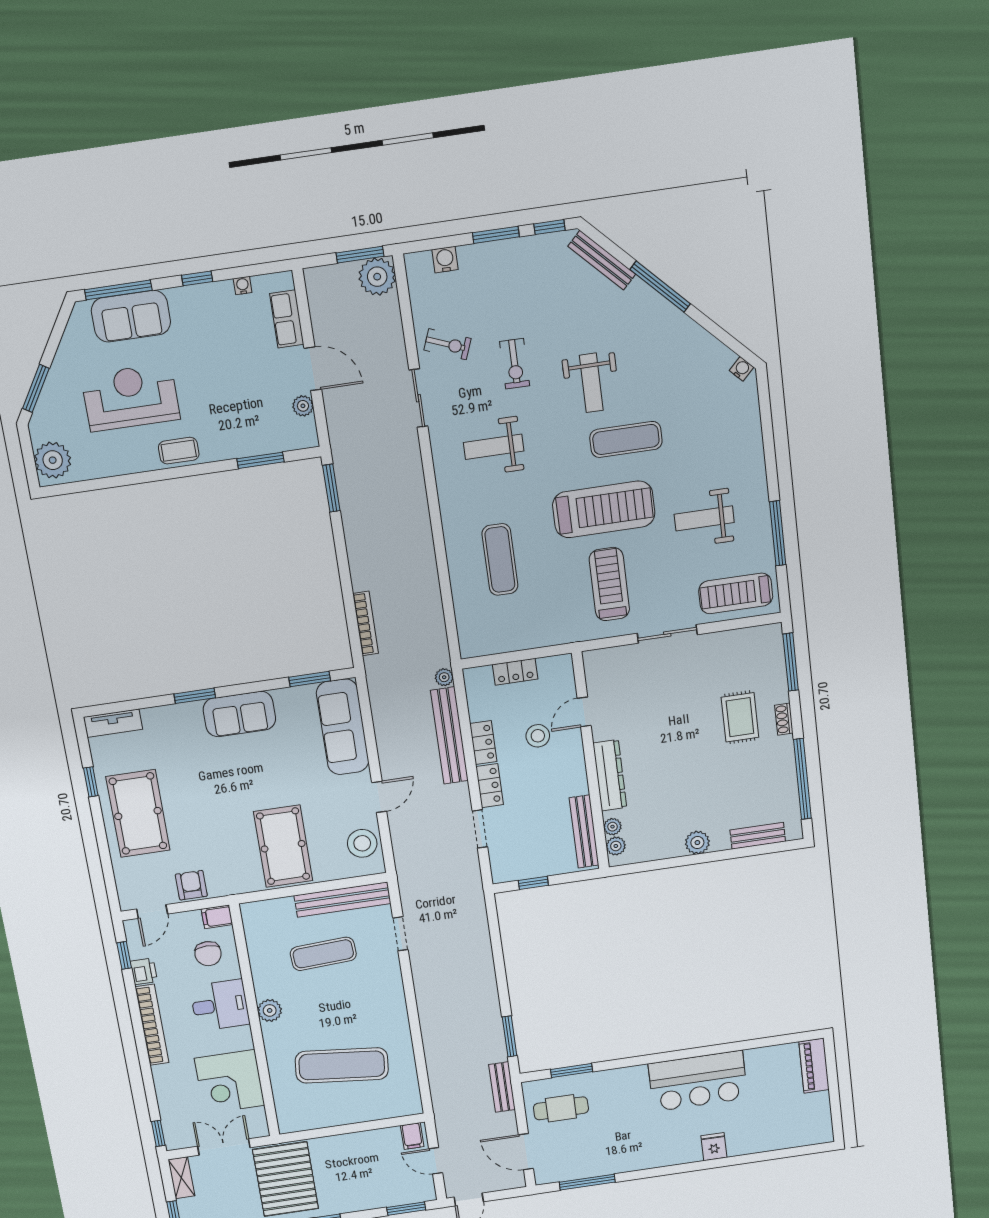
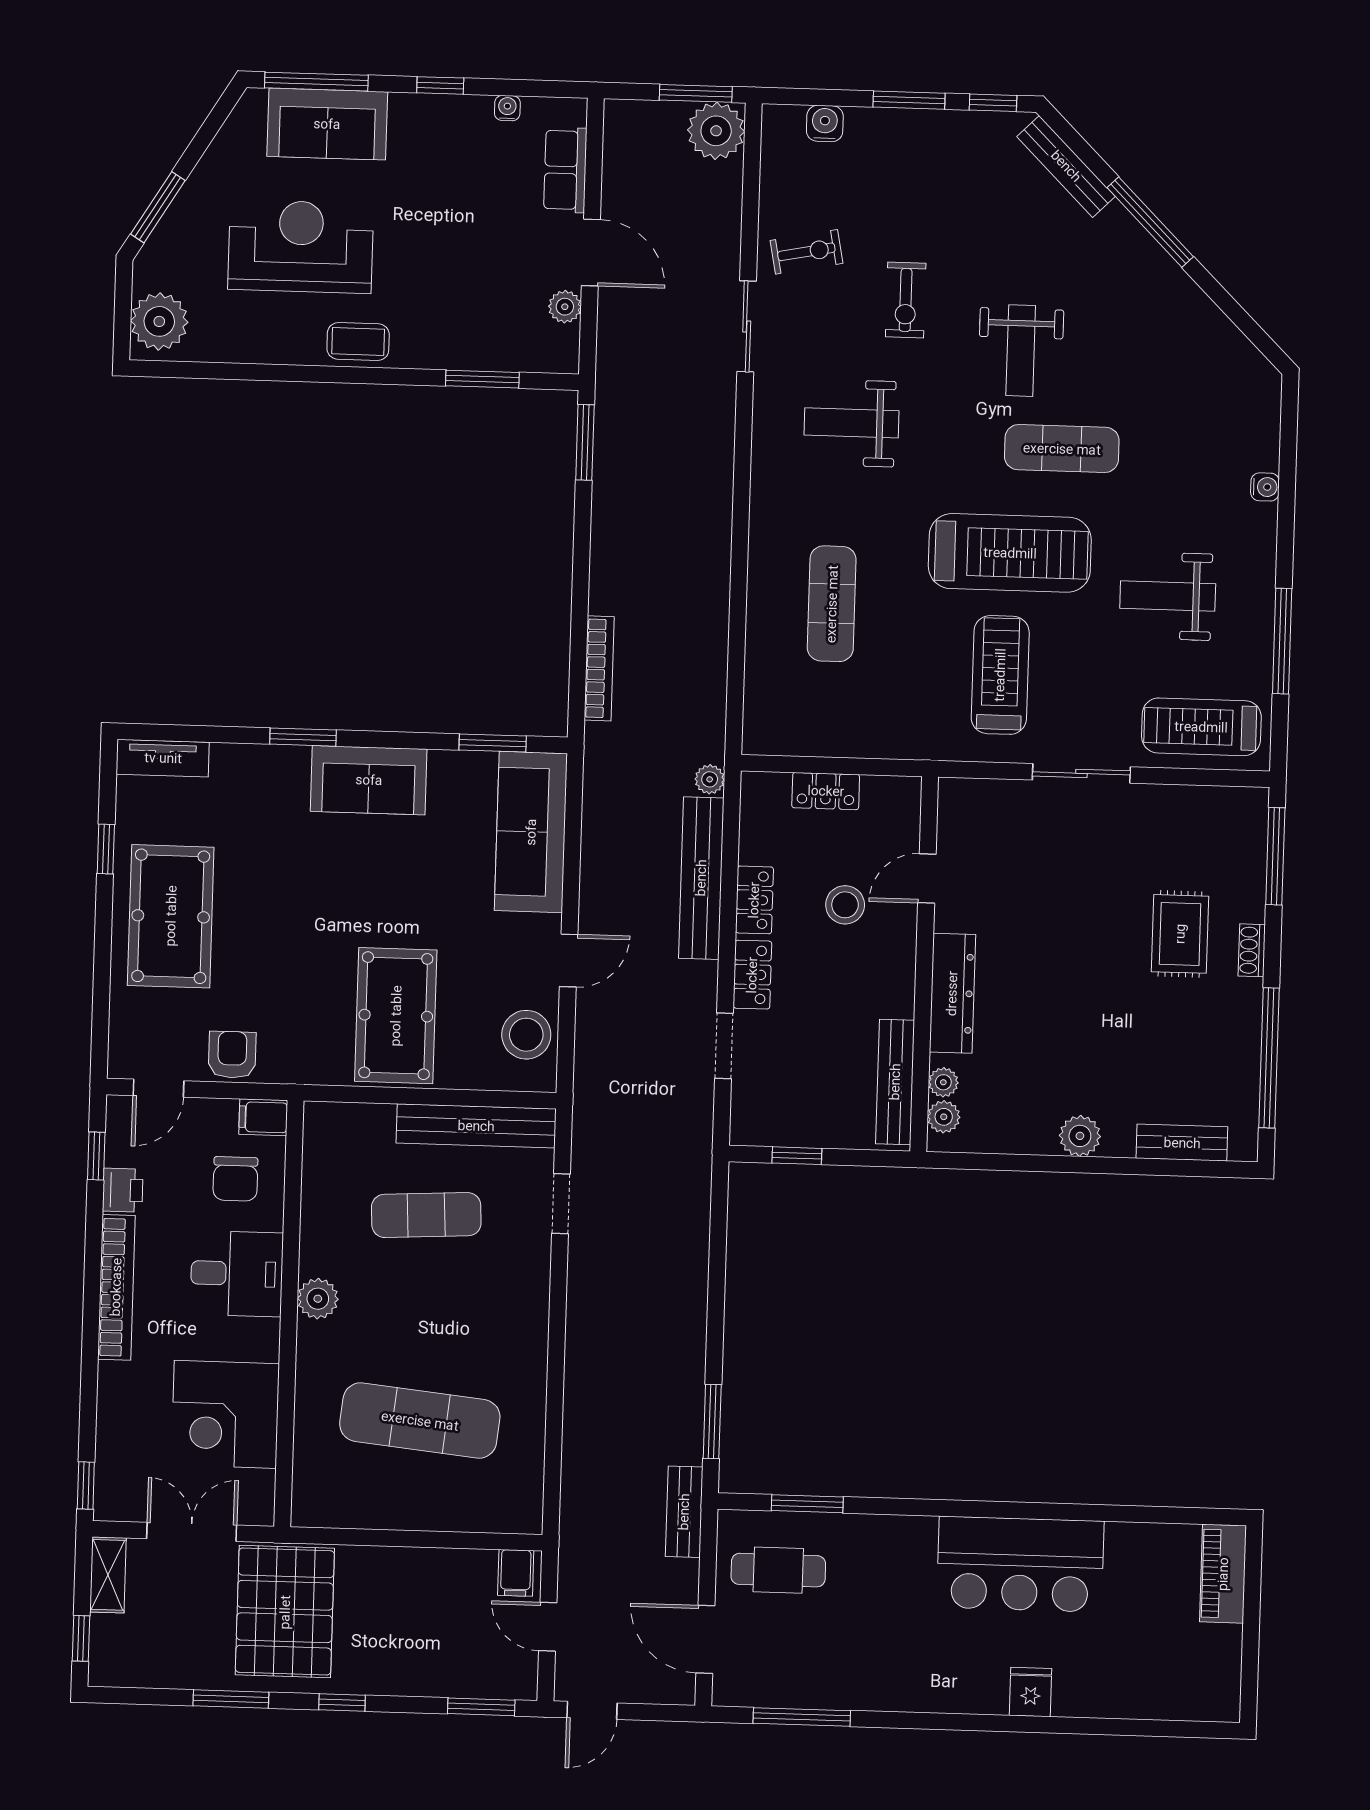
exercise bike: (447, 344) -> (806, 252), turned -32
water cooler: (742, 369) -> (1265, 487), moved, turned 45

